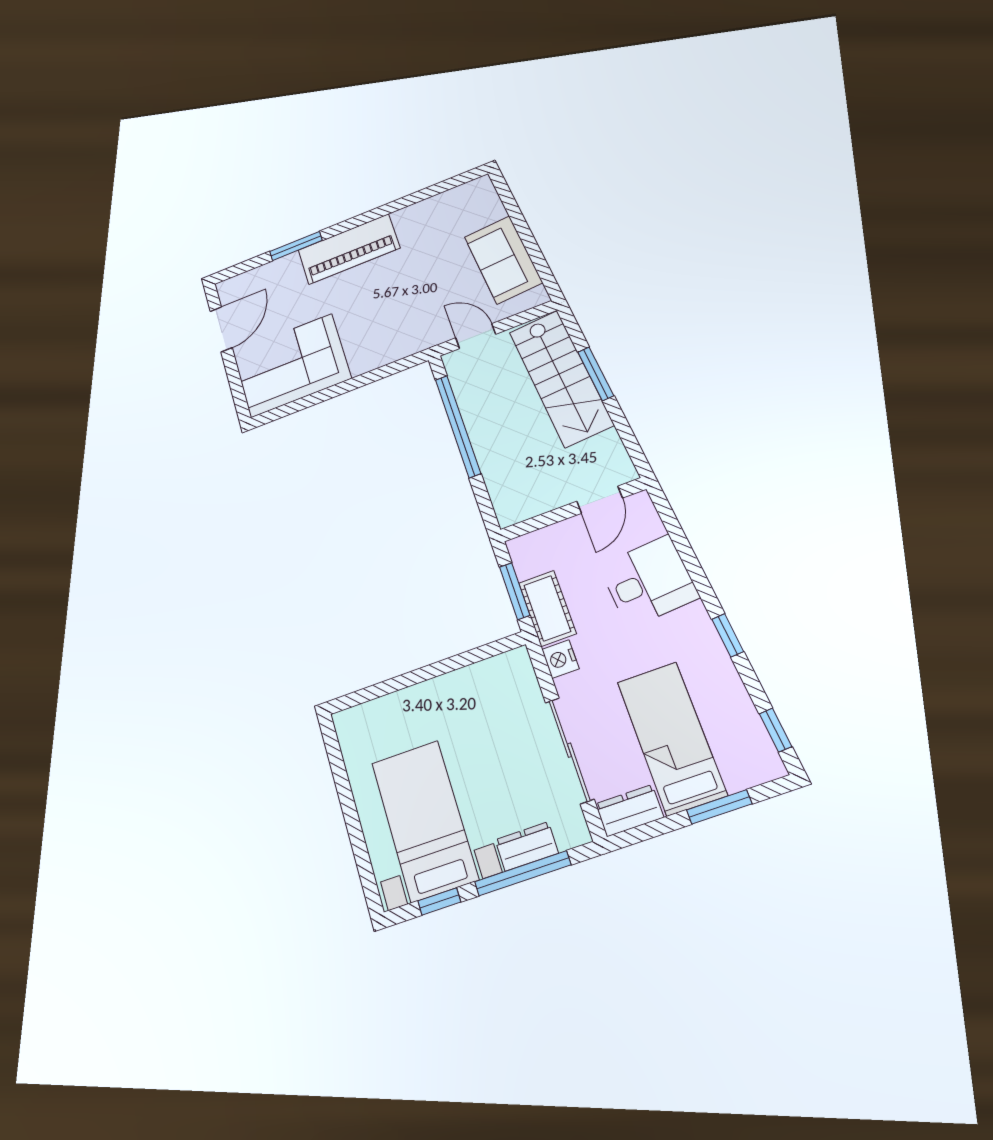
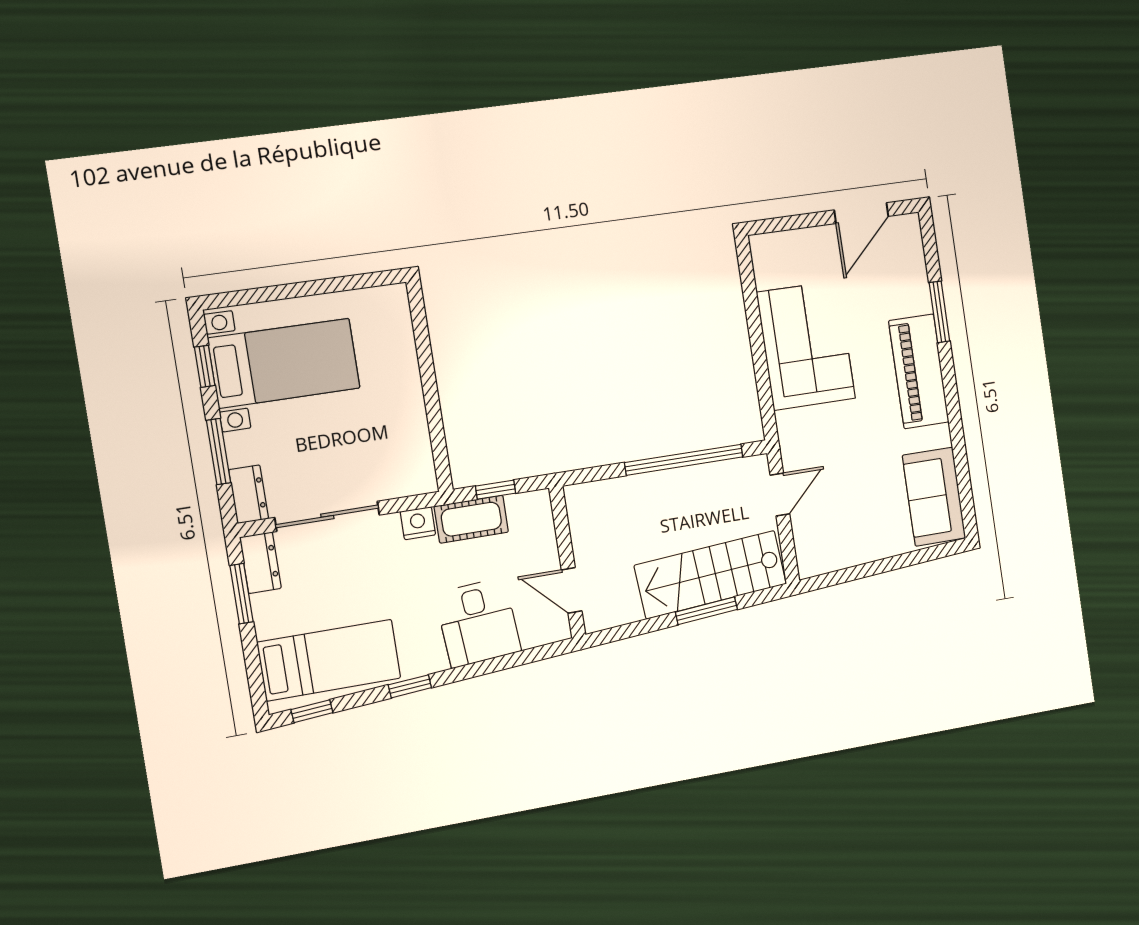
sofa: (503, 260) -> (934, 497), moved, turned -86
door: (221, 329) -> (861, 213), hinge flipped
corner sofa: (291, 365) -> (806, 345), moved
window: (515, 591) -> (496, 490), width x0.67
bed: (671, 738) -> (329, 660), moved
window: (719, 807) -> (242, 594), moved
dresser: (527, 846) -> (249, 494), moved
window: (523, 873) -> (218, 452), width x0.69

